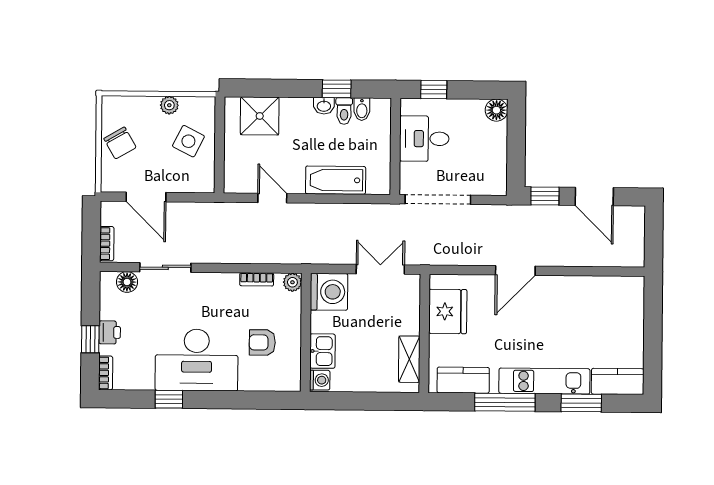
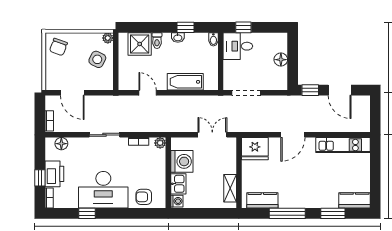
plant: (169, 105) -> (108, 38), moved
bidet: (362, 109) -> (213, 39), moved
floor lamp: (496, 110) -> (281, 60), moved
toilet: (344, 111) -> (157, 41), moved
desk: (424, 139) -> (238, 46), moved
chair: (120, 143) -> (58, 47), moved, turned 50
doorway: (438, 200) -> (246, 93), width x0.73
sliding door: (165, 267) -> (105, 135), moved
washing machine: (329, 292) -> (182, 161), moved
fridge: (448, 311) -> (255, 149), moved, turned 90
printer: (110, 332) -> (54, 174), width x1.87, depth x1.48
armchair: (262, 342) -> (144, 197), moved
kitchen unit: (544, 381) -> (343, 145), moved, turned 180

